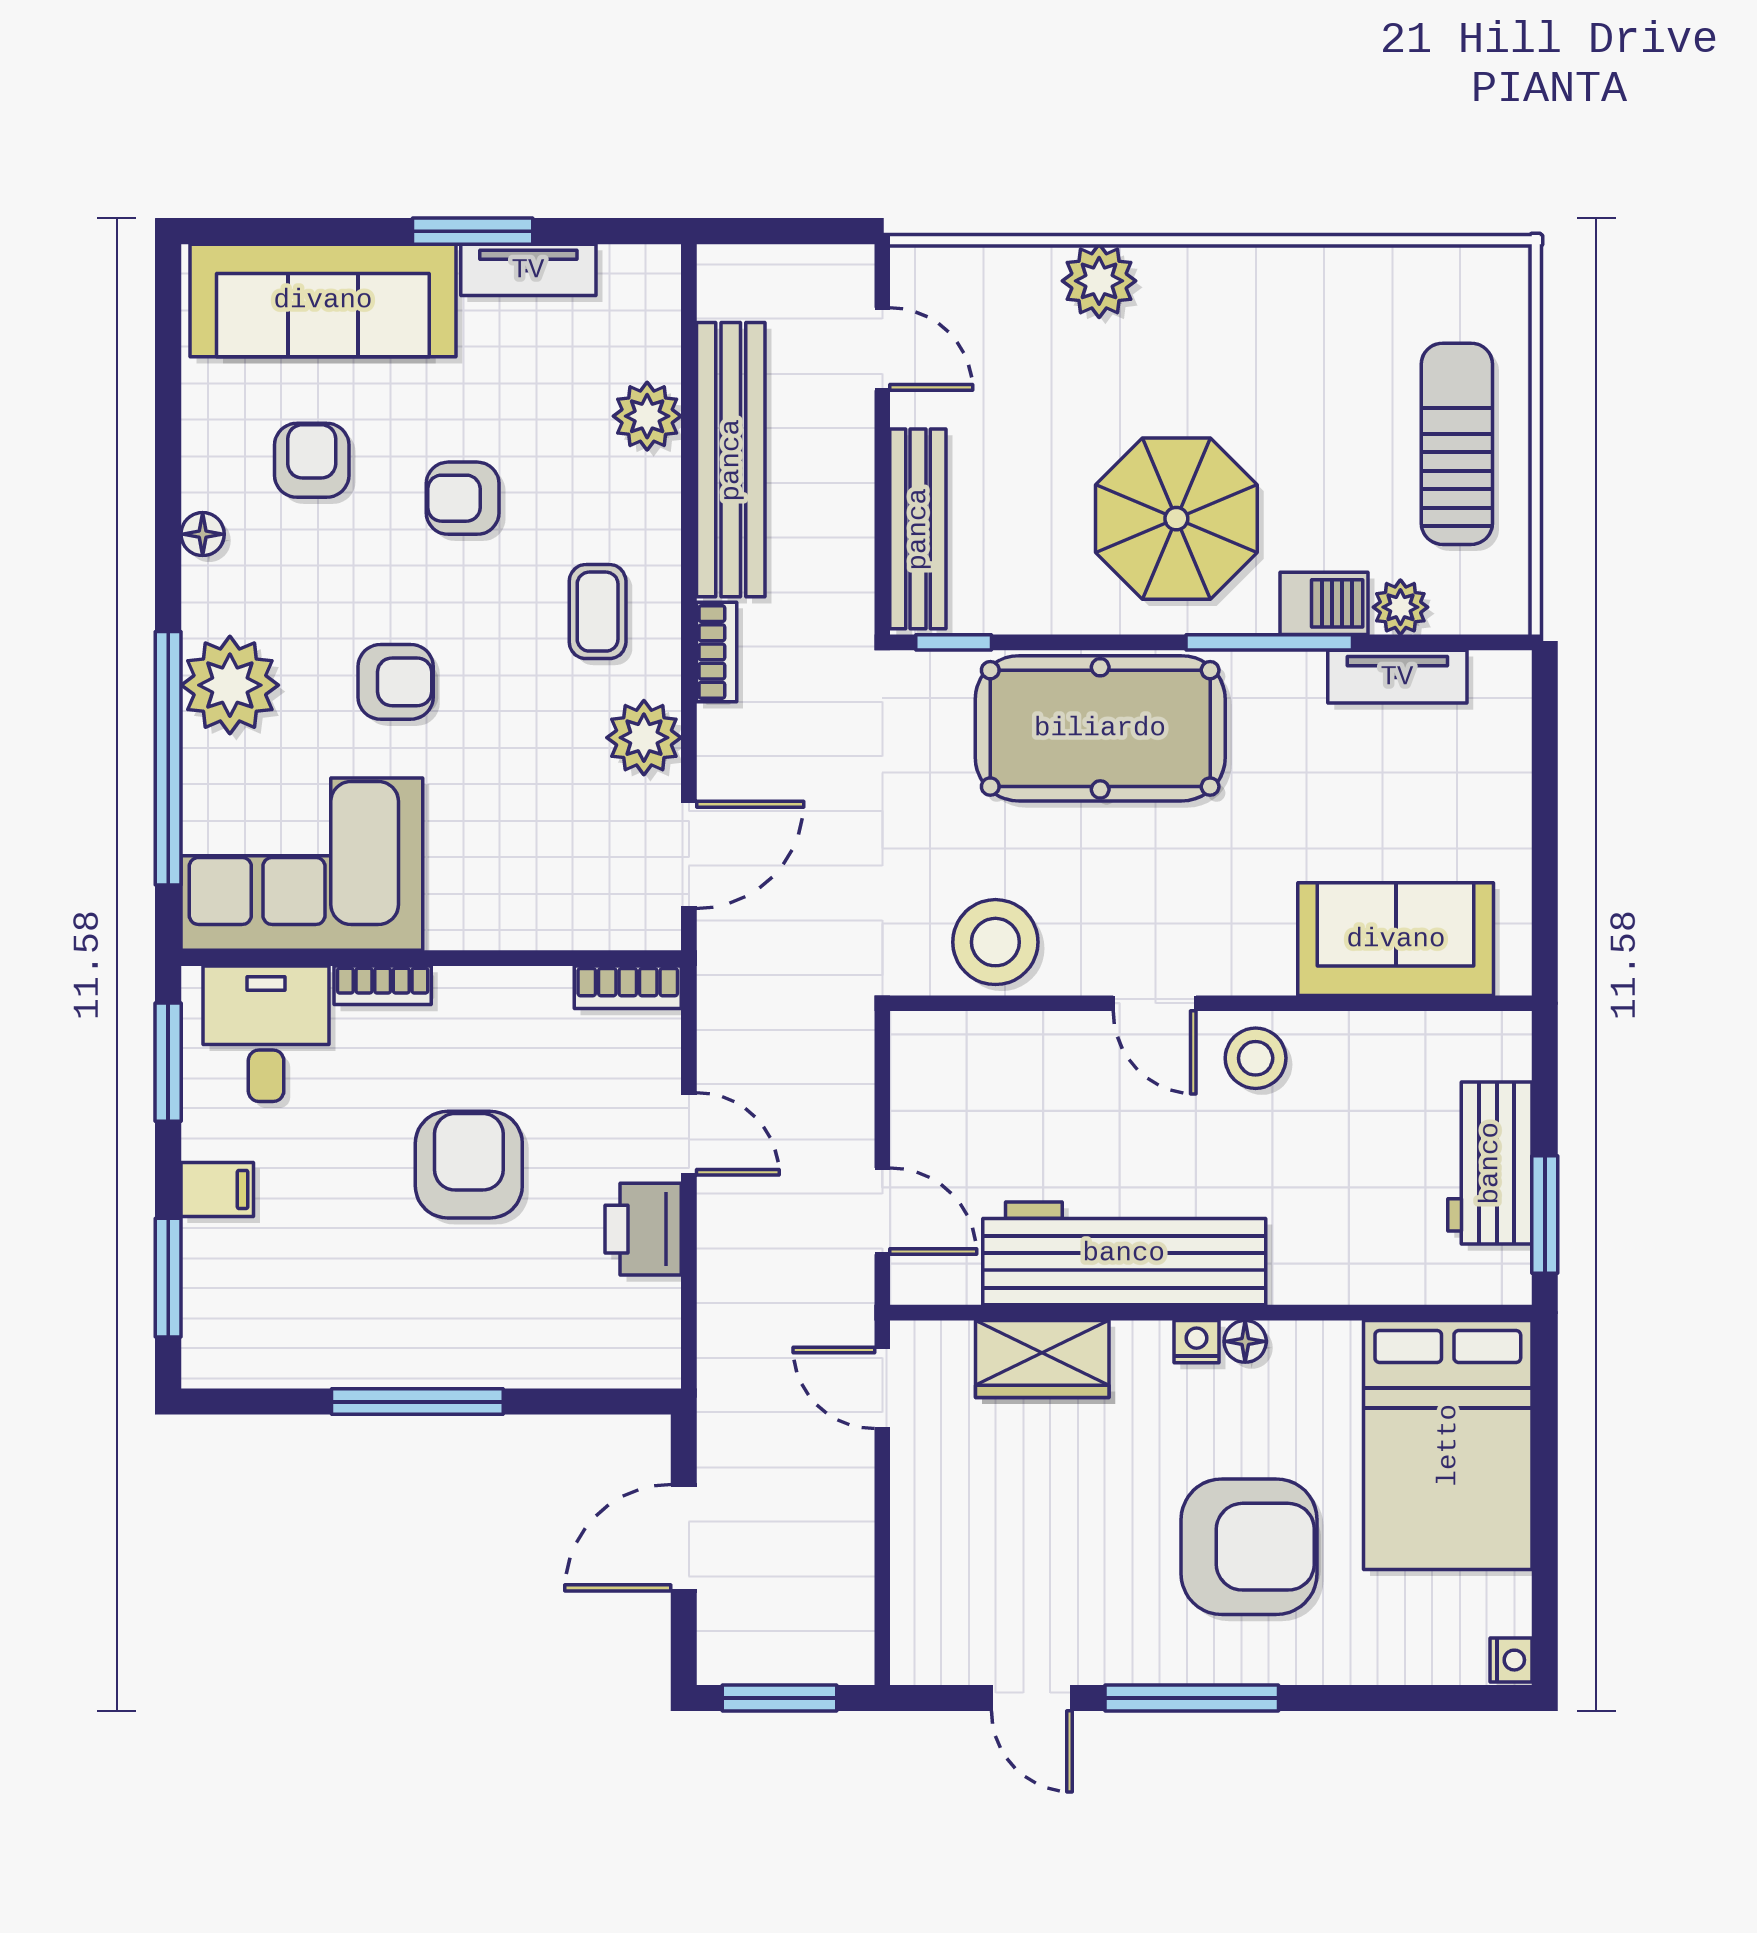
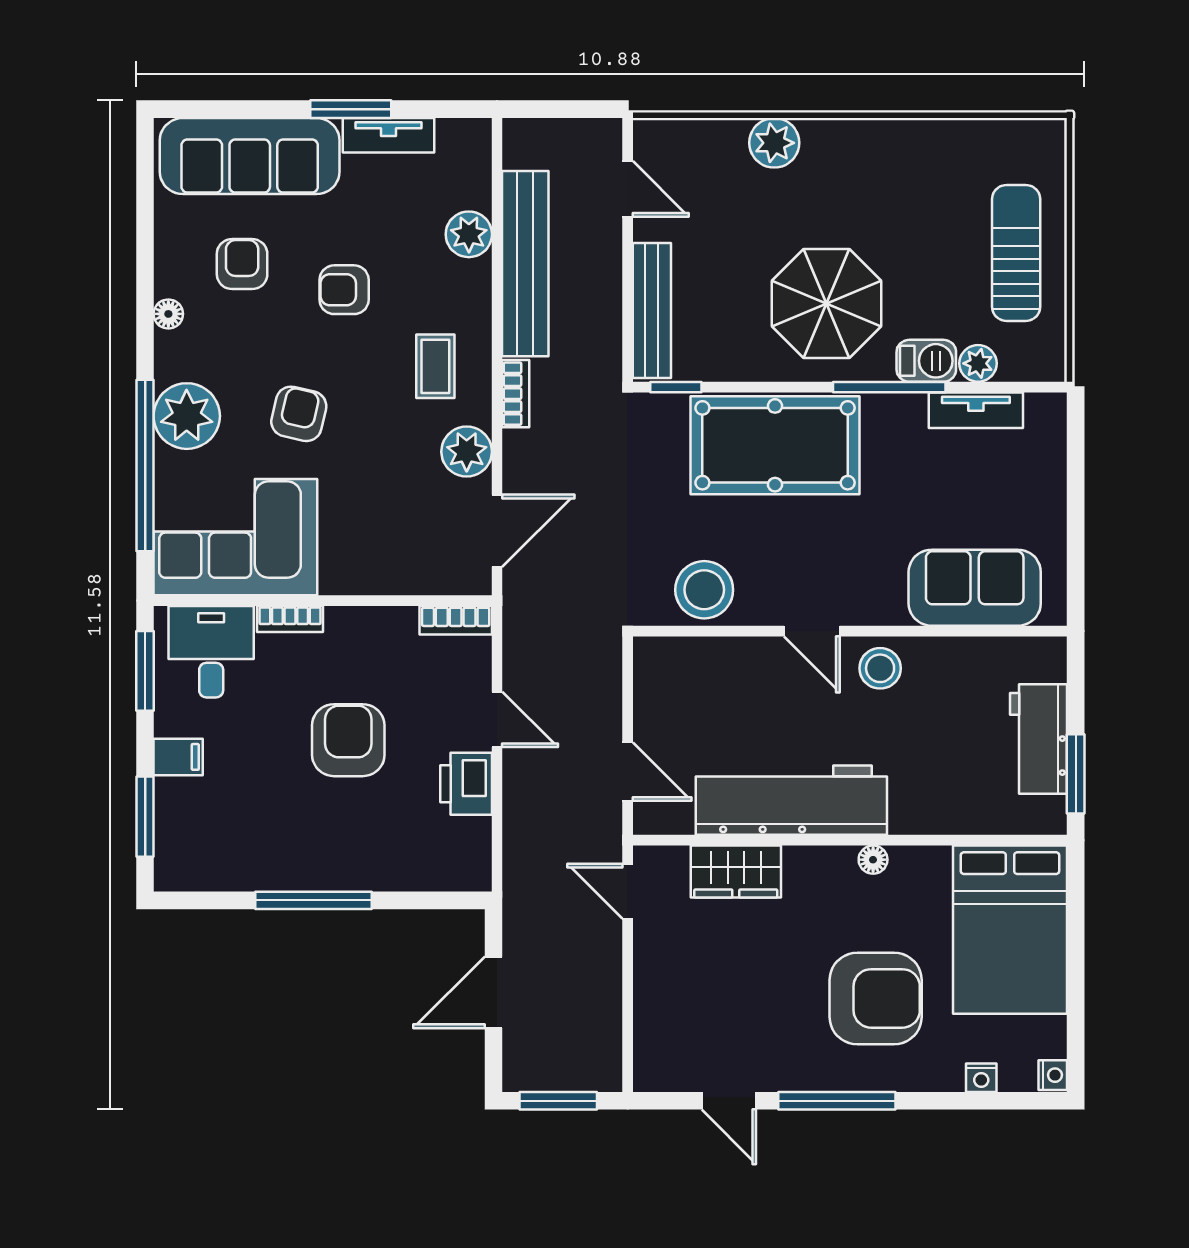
armchair: (396, 682) -> (299, 414), turned -77
nightstand: (1196, 1342) -> (981, 1078), moved, turned 180

